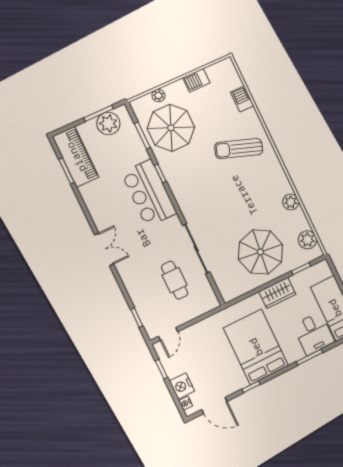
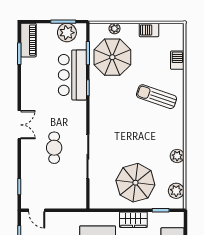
piano: (76, 157) -> (28, 40), width x0.73, depth x0.75
bar counter: (149, 193) -> (72, 75), moved
cafe table: (175, 280) -> (54, 148), moved
door: (168, 334) -> (37, 210), hinge flipped

